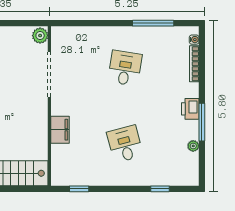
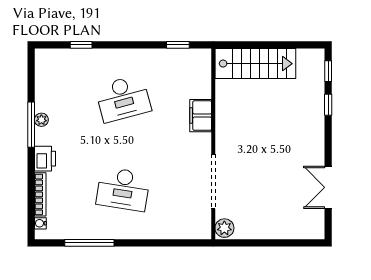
desk: (125, 68) -> (123, 189), width x1.37
printer: (190, 109) -> (45, 159), moved
desk: (125, 144) -> (123, 99), width x1.37
plant: (193, 146) -> (41, 120), moved

